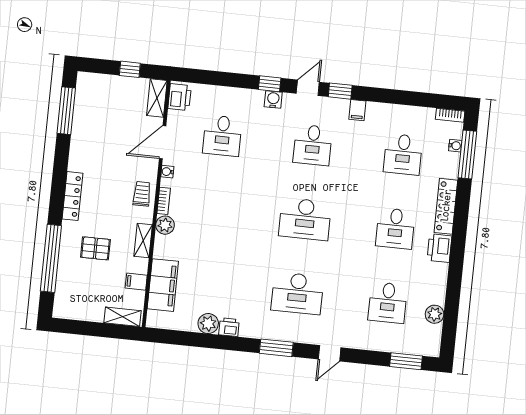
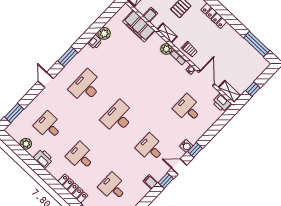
door: (308, 88) -> (179, 167), swing flipped
printer: (439, 248) -> (43, 159), moved

